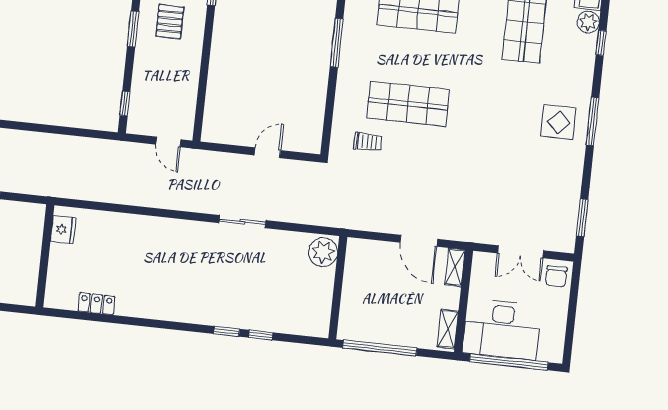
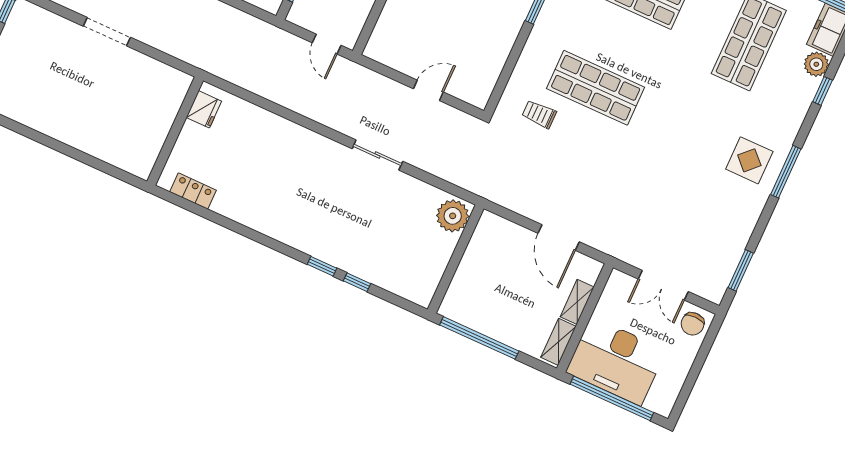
trolley: (368, 142) -> (539, 114), turned 180
fridge: (63, 229) -> (204, 109), moved
wall: (45, 256) -> (175, 131), moved
shelving: (455, 267) -> (577, 302), moved

